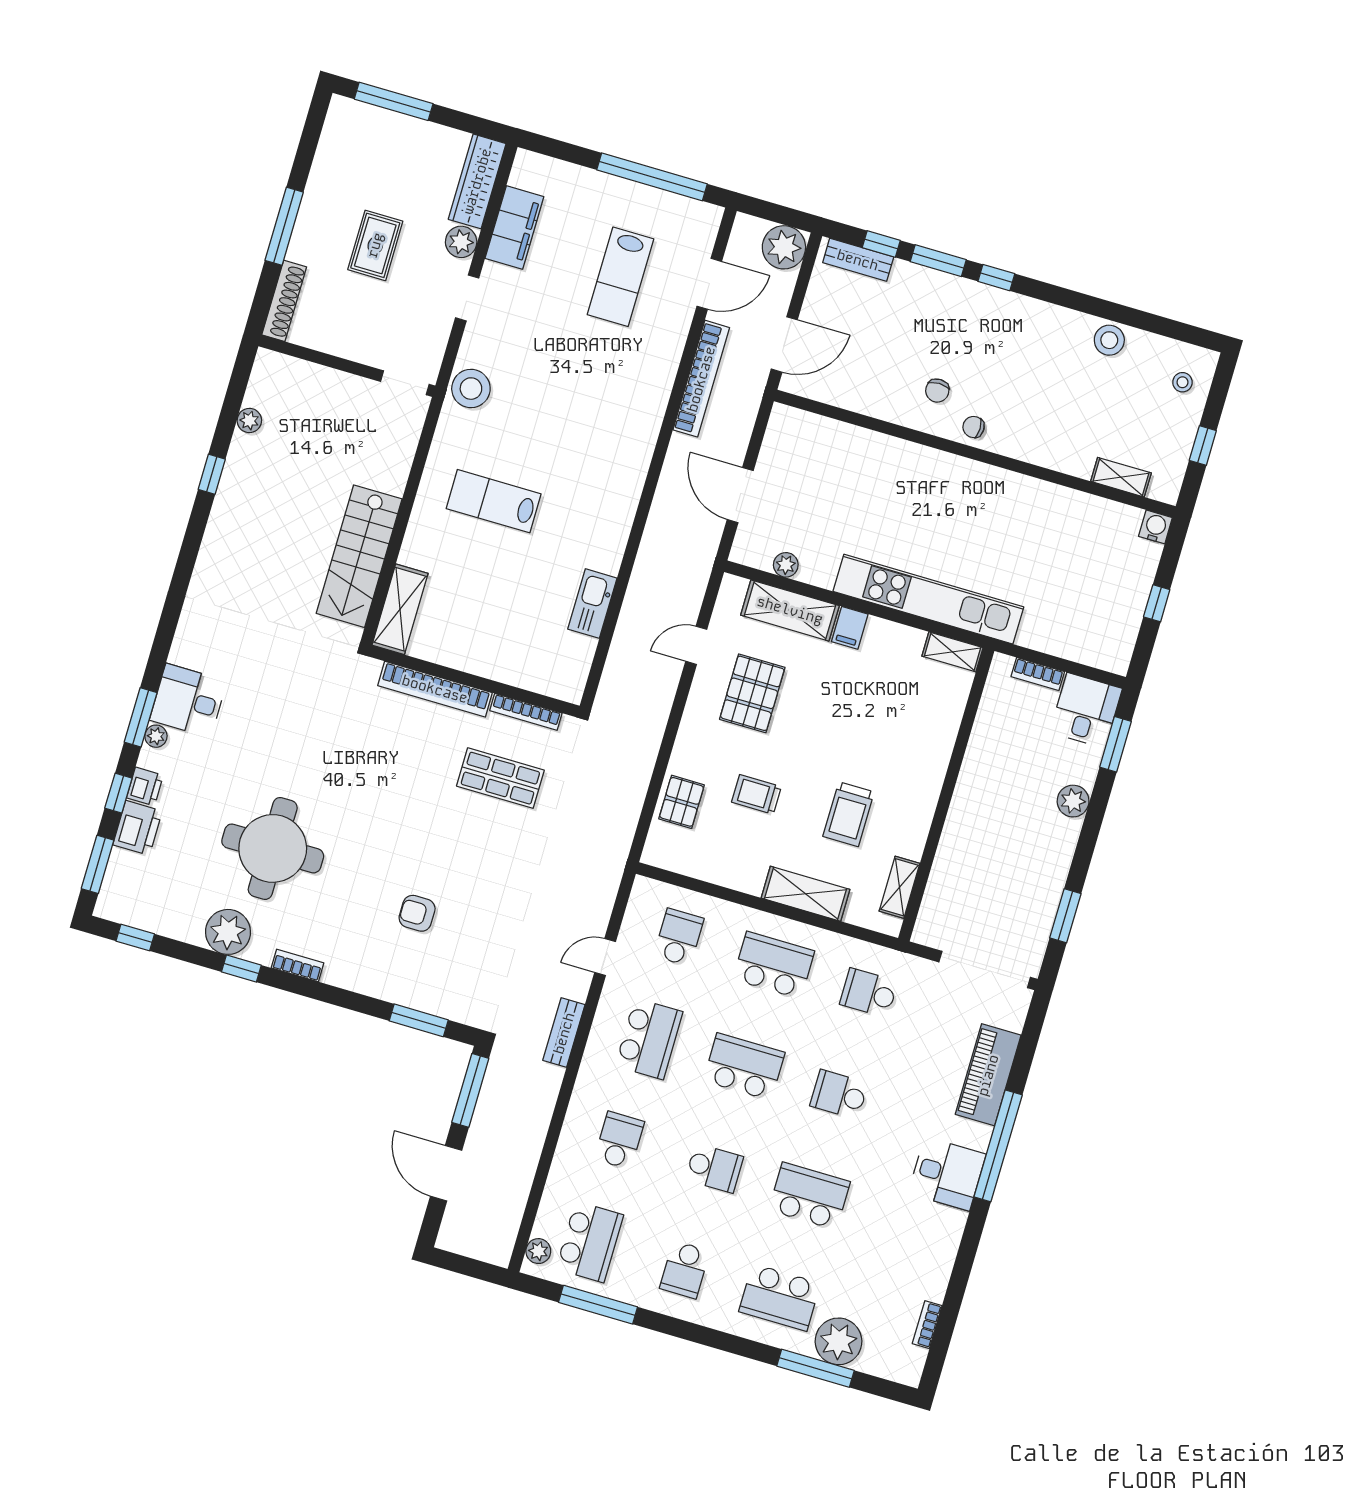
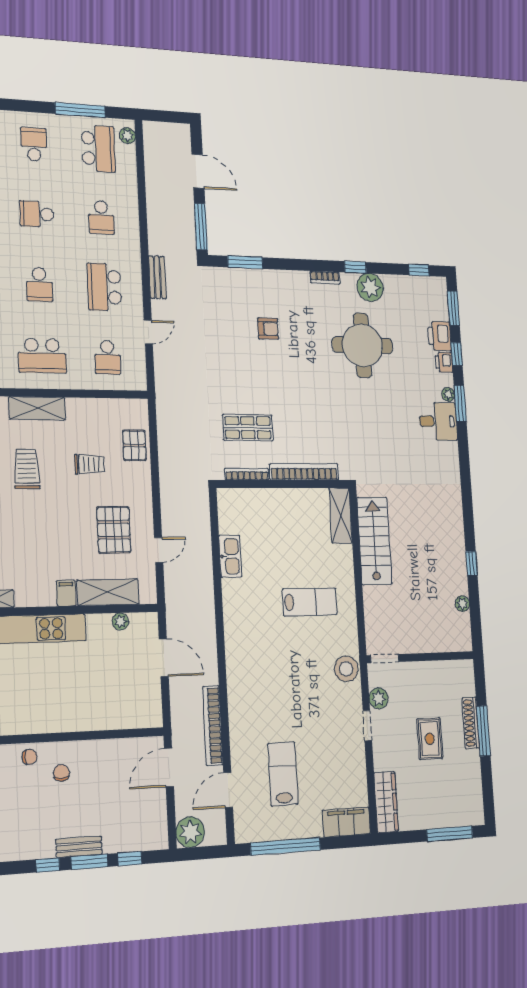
filing cabinet: (514, 227) -> (346, 822), moved, turned 90
plant: (461, 242) -> (379, 698), moved
bench: (858, 260) -> (79, 847), moved
shoe rack: (284, 301) -> (471, 723), moved
school desk: (744, 1067) -> (39, 284), width x0.54
school desk: (590, 1242) -> (98, 149), turned 180

